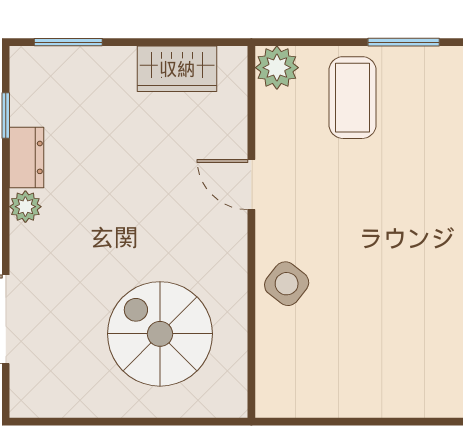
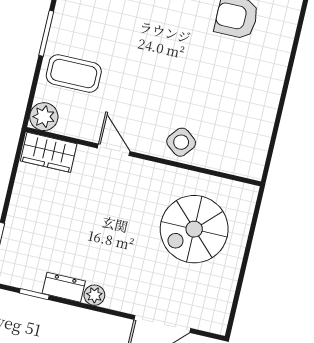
wardrobe: (177, 69) -> (49, 152), moved, turned 90
door: (251, 184) -> (114, 150), swing flipped

